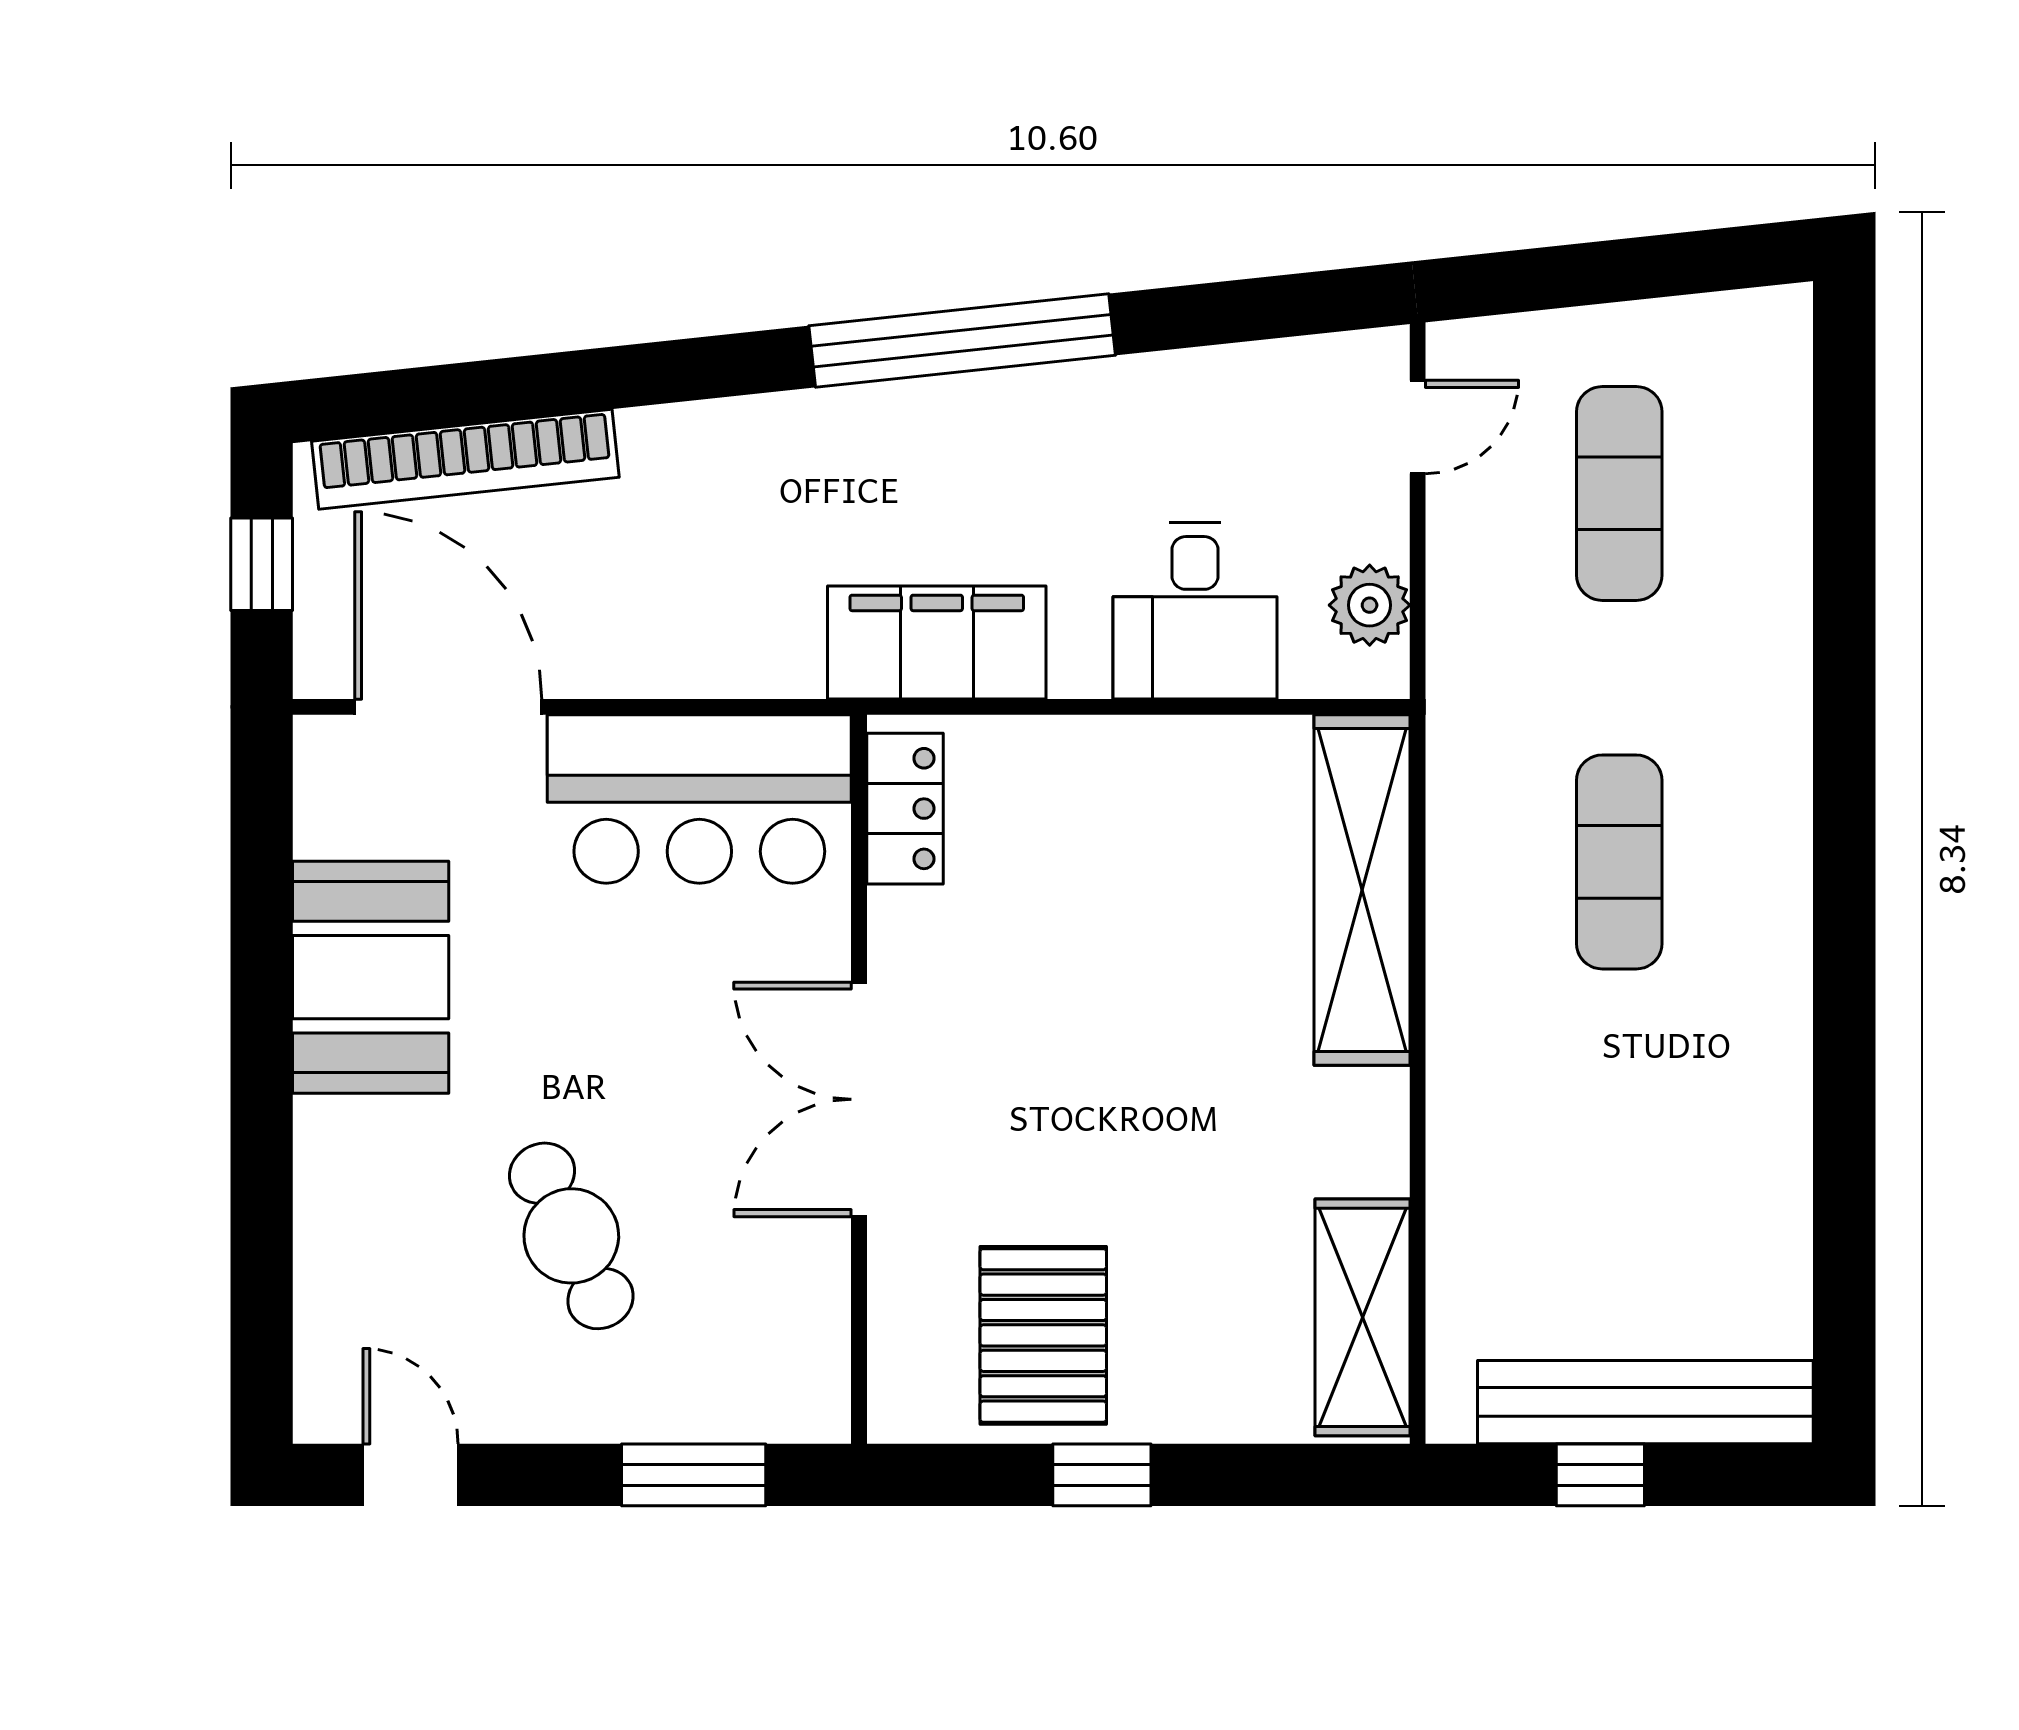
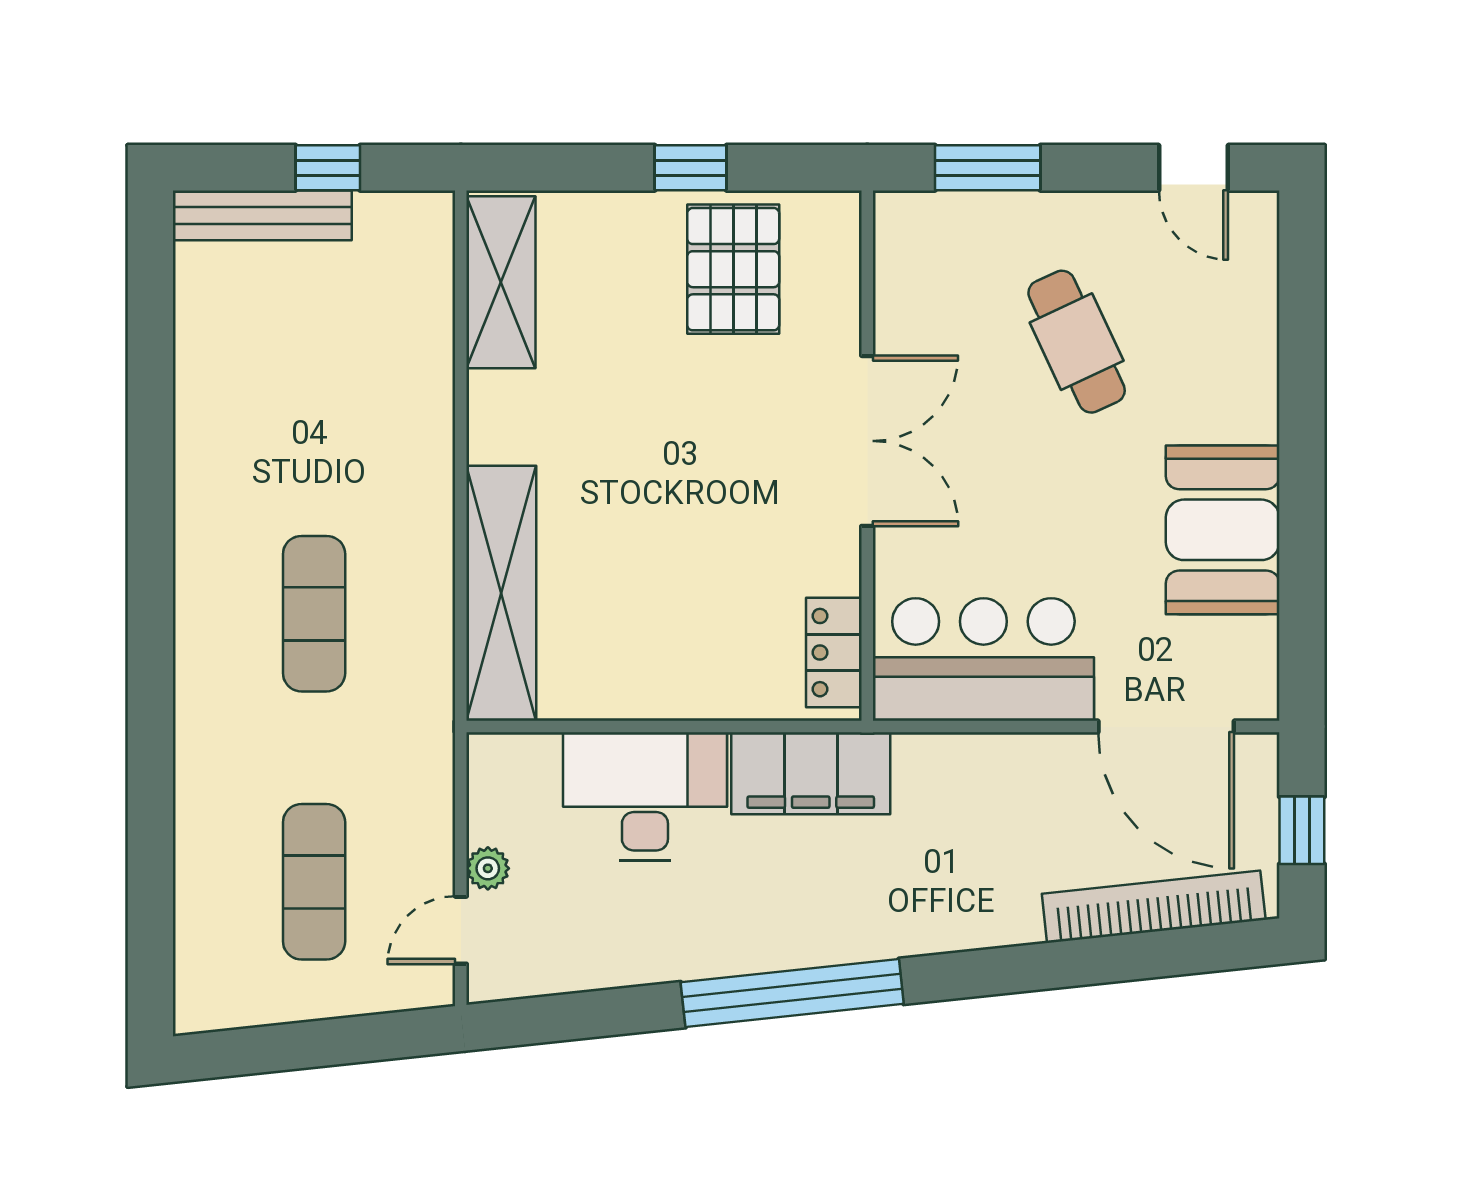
plant: (1370, 605) -> (488, 868), moved, width x0.73, depth x0.73
desk: (1195, 611) -> (645, 797), width x1.37
bench: (1645, 1402) -> (262, 215), width x0.73, depth x0.82

